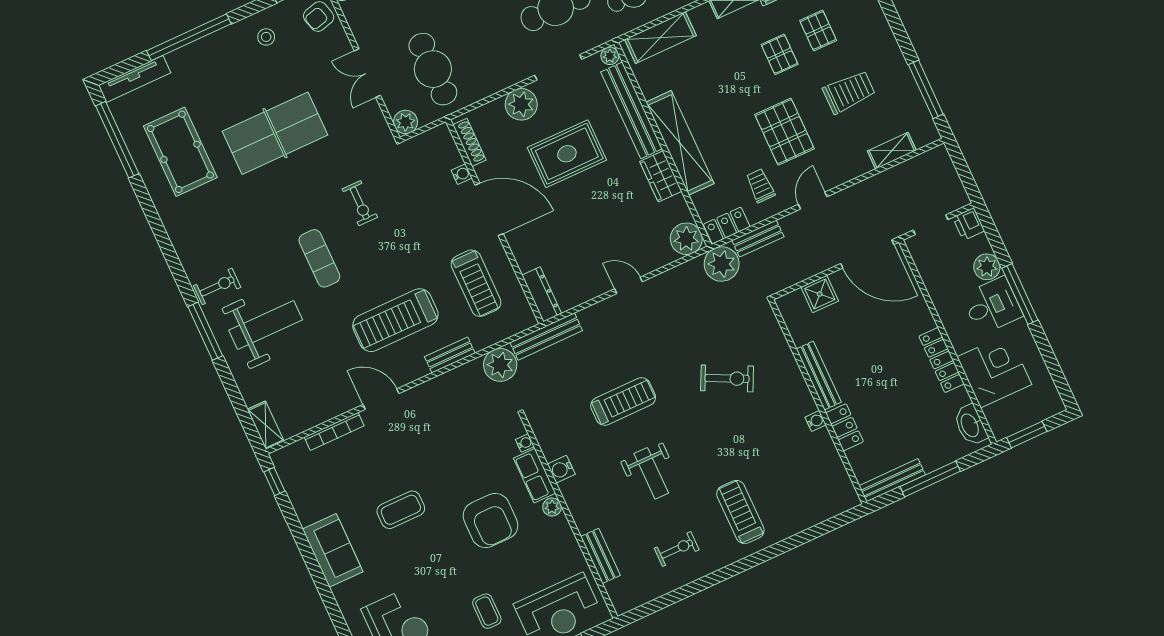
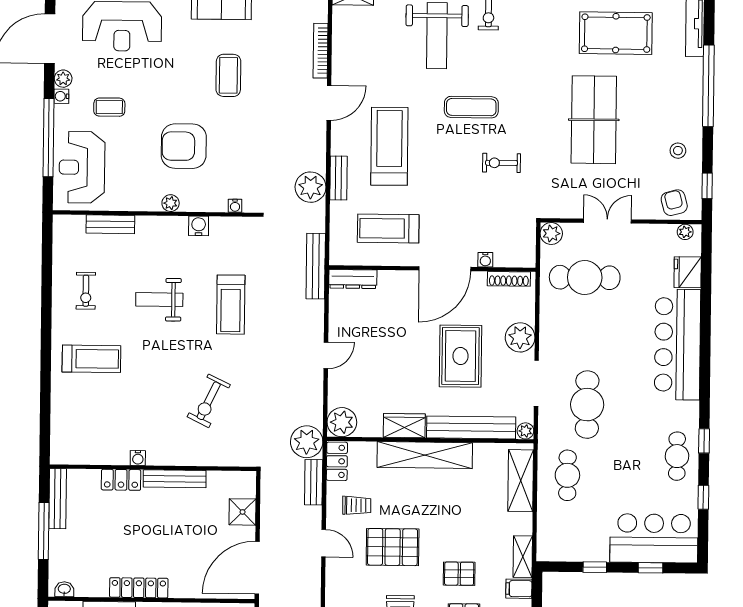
plant: (500, 365) -> (311, 187), moved
washbasin: (970, 425) -> (64, 589), width x0.52, depth x0.69
row of seats: (535, 476) -> (204, 201), removed

